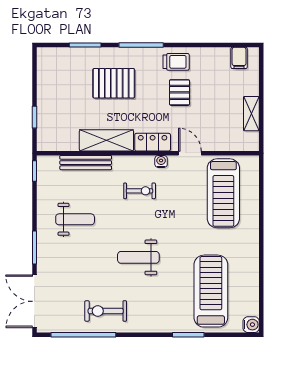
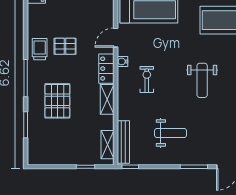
shelving: (106, 140) -> (107, 99), width x0.67, depth x0.75
shelving: (61, 143) -> (107, 145), added
bench: (86, 163) -> (123, 142), moved
weight bench: (75, 219) -> (170, 133), turned 90

